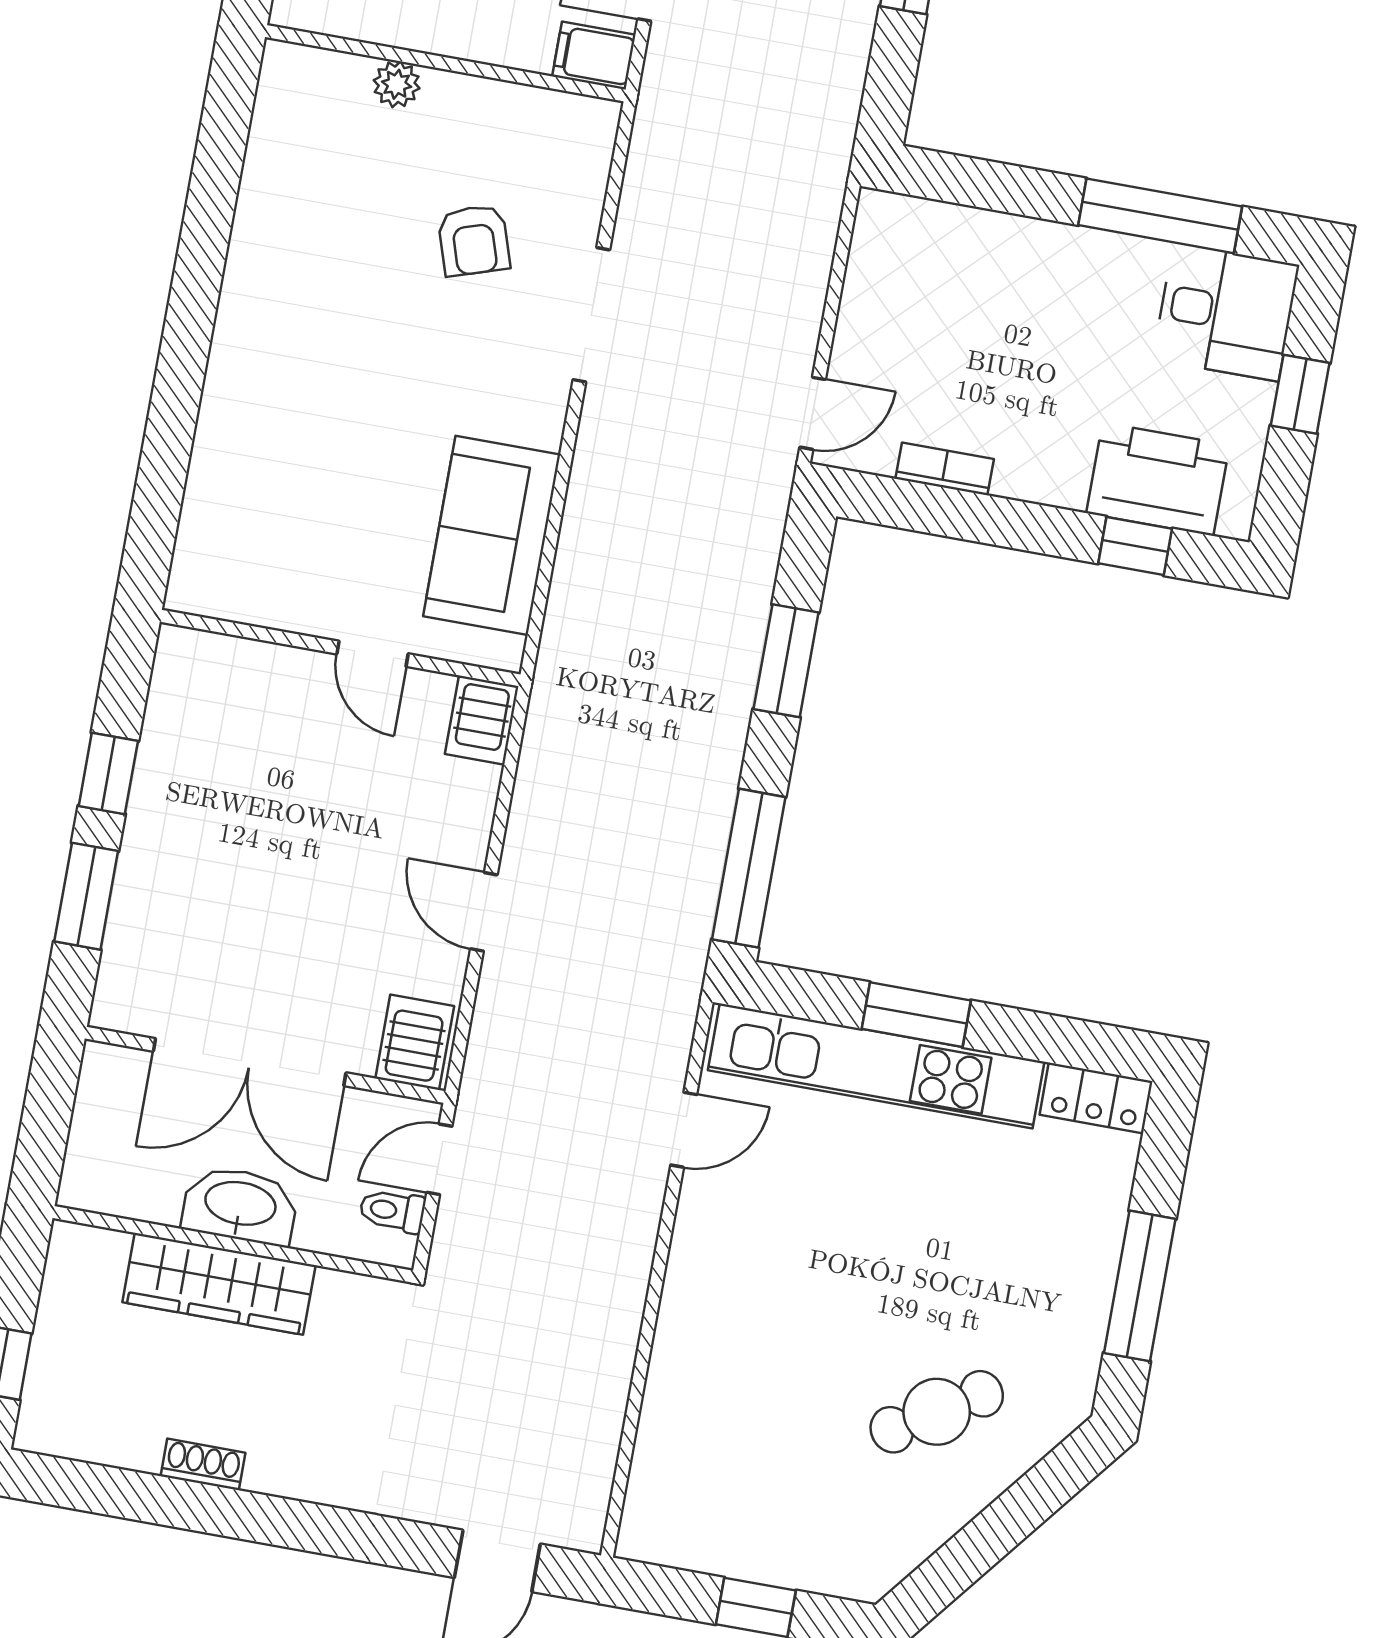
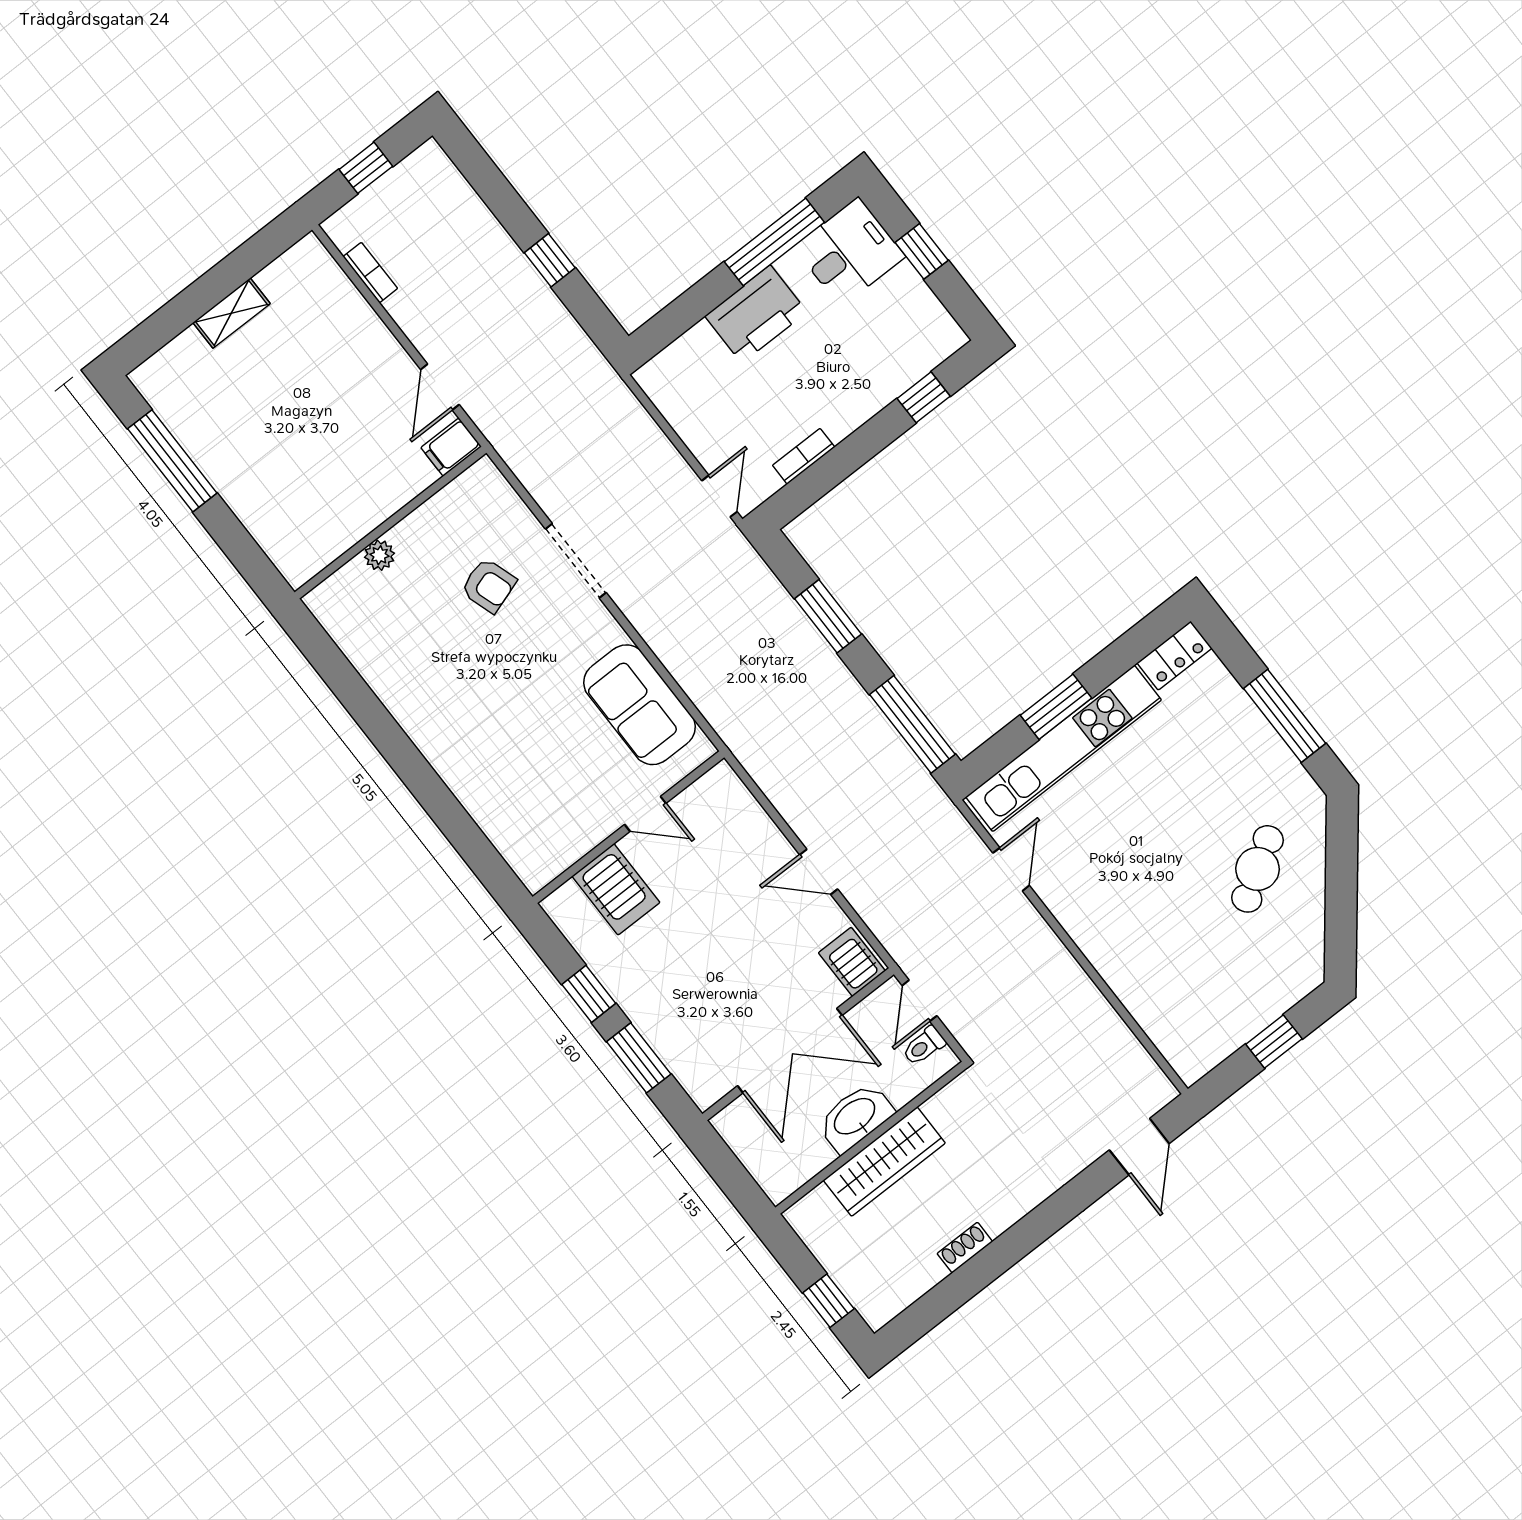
printer: (1158, 479) -> (756, 314), moved, turned 180
server rack: (482, 720) -> (616, 889), moved, width x1.36, depth x1.44

